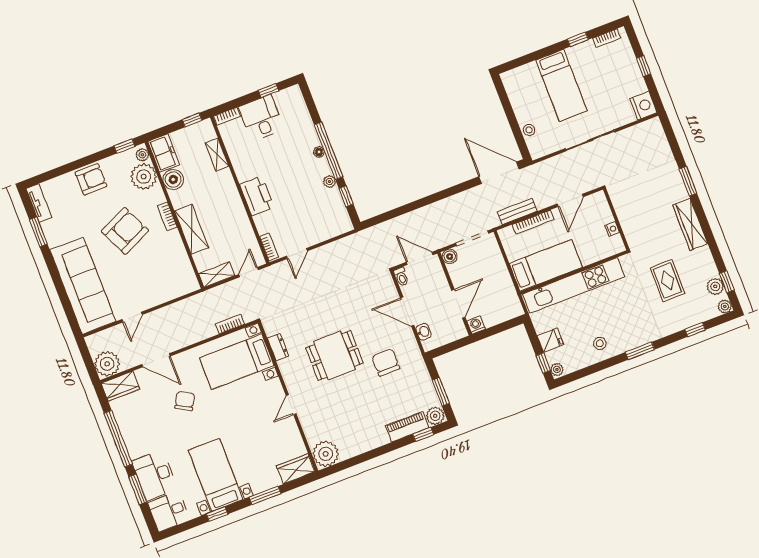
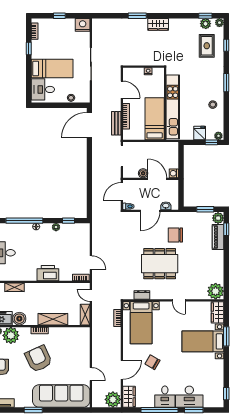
desk: (525, 84) -> (43, 89), added
window: (329, 151) -> (24, 221), moved
wardrobe: (690, 224) -> (158, 24), width x0.67
window: (38, 232) -> (33, 410), moved
boiler: (450, 256) -> (143, 173), moved
rug: (667, 281) -> (207, 46), moved, turned 90
dining table: (334, 355) -> (160, 264), width x1.38
bed with nightstands: (216, 475) -> (203, 341), moved
desk: (169, 511) -> (165, 397), moved
window: (217, 514) -> (226, 394), moved

